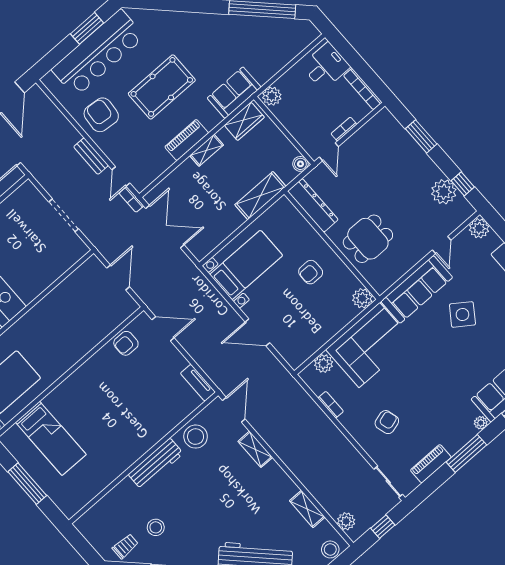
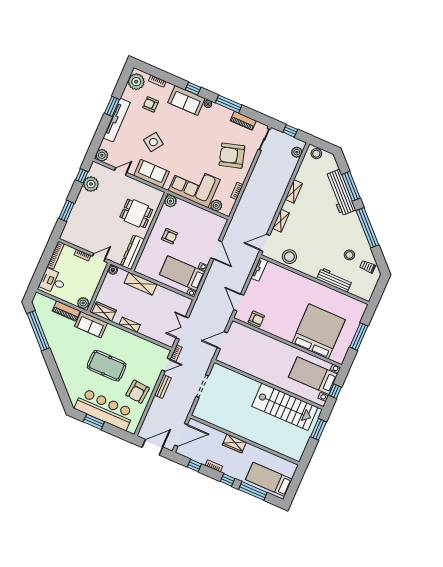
piano: (187, 140) -> (66, 311), moved
double door: (165, 227) -> (182, 328), width x0.73
sofa: (417, 289) -> (151, 174), width x0.73
armchair: (387, 422) -> (232, 156), width x1.88, depth x1.88
bed: (51, 438) -> (319, 331), width x2.04
workbench: (156, 464) -> (334, 280), moved
shelving: (307, 509) -> (294, 191), moved

